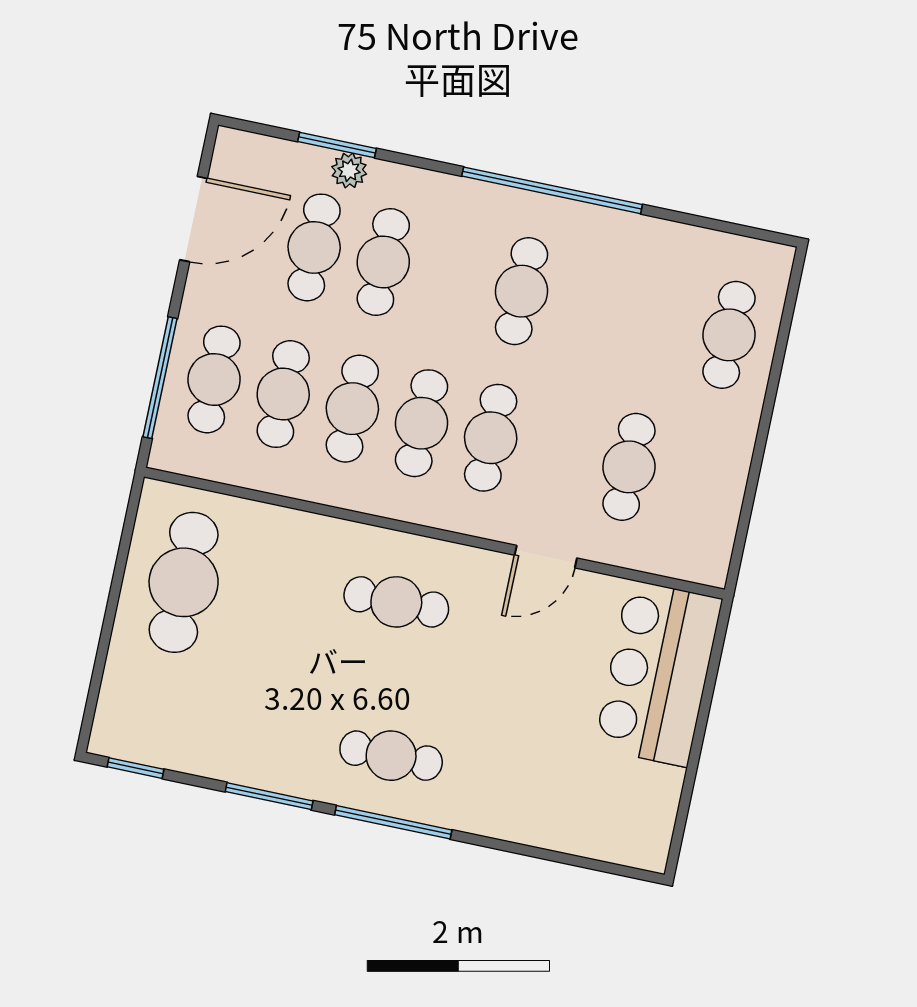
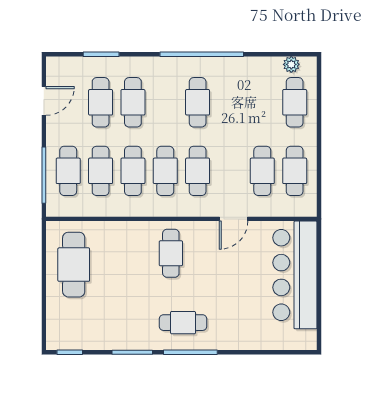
plant: (349, 170) -> (291, 64), moved
door: (193, 219) -> (44, 101), width x0.73
cafe table: (698, 481) -> (295, 171), added
cafe table: (396, 602) -> (171, 253), turned 90
bar counter: (658, 673) -> (295, 275), width x1.36

